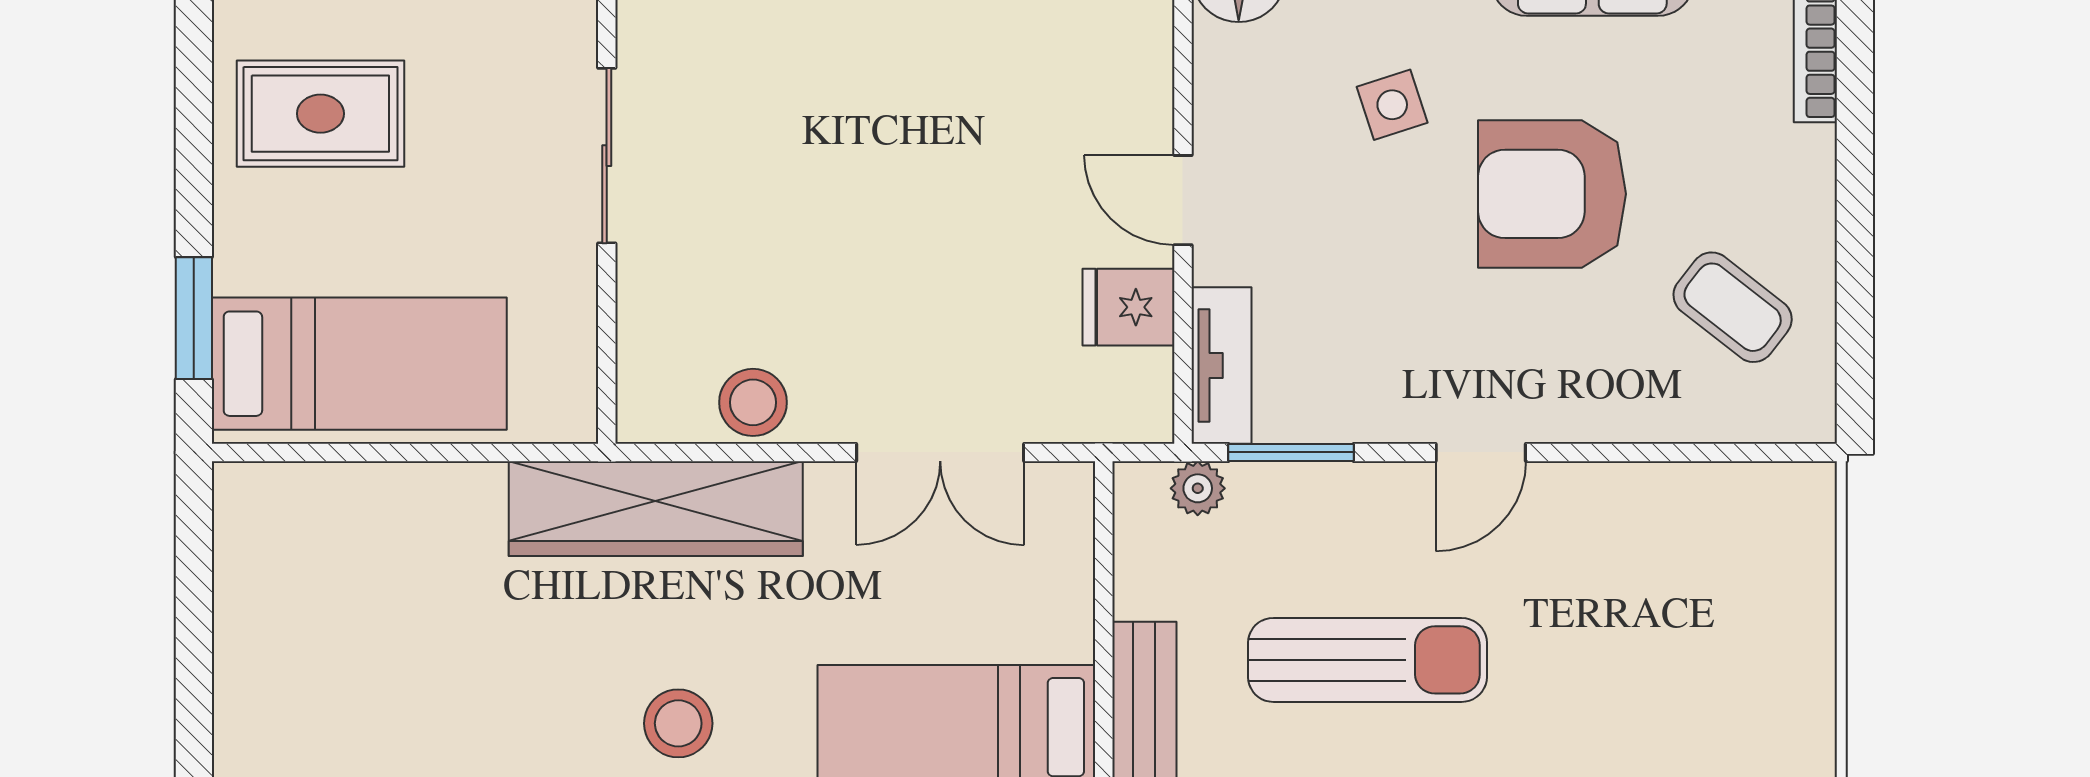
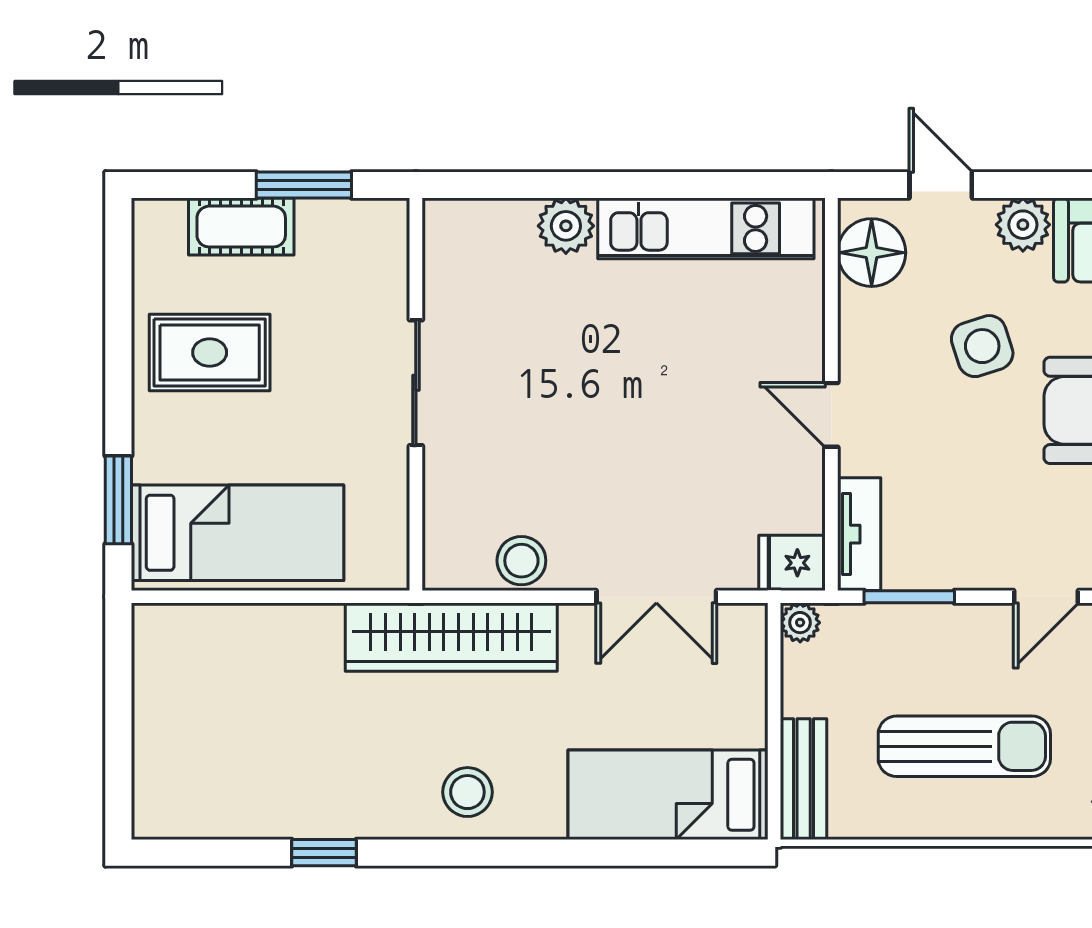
side table: (1392, 105) -> (982, 346), width x1.37, depth x1.37
fridge: (1128, 307) -> (792, 563), moved
plant: (1198, 488) -> (800, 623), moved

